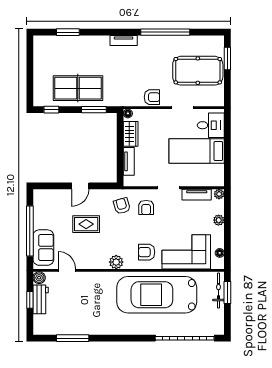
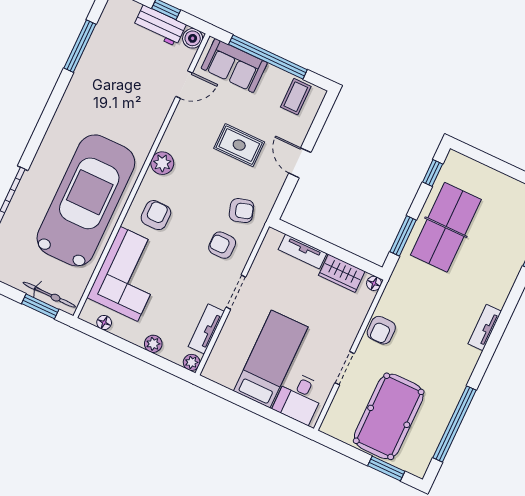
window: (165, 32) -> (455, 424), moved
coffee table: (45, 205) -> (296, 97), added
rug: (86, 224) -> (239, 145), turned 90

